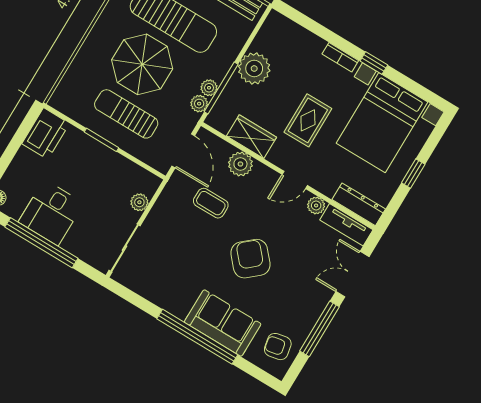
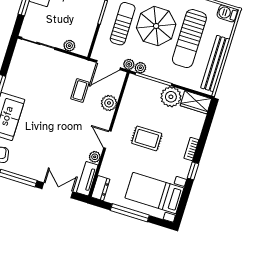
plant: (209, 88) -> (129, 64), moved
bed with nightstands: (382, 123) -> (154, 193), width x0.73
wardrobe: (252, 137) -> (196, 102), moved, turned 90
window: (413, 174) -> (130, 213), width x2.17
dresser: (359, 204) -> (101, 188), width x0.70
armchair: (250, 259) -> (51, 124), removed

